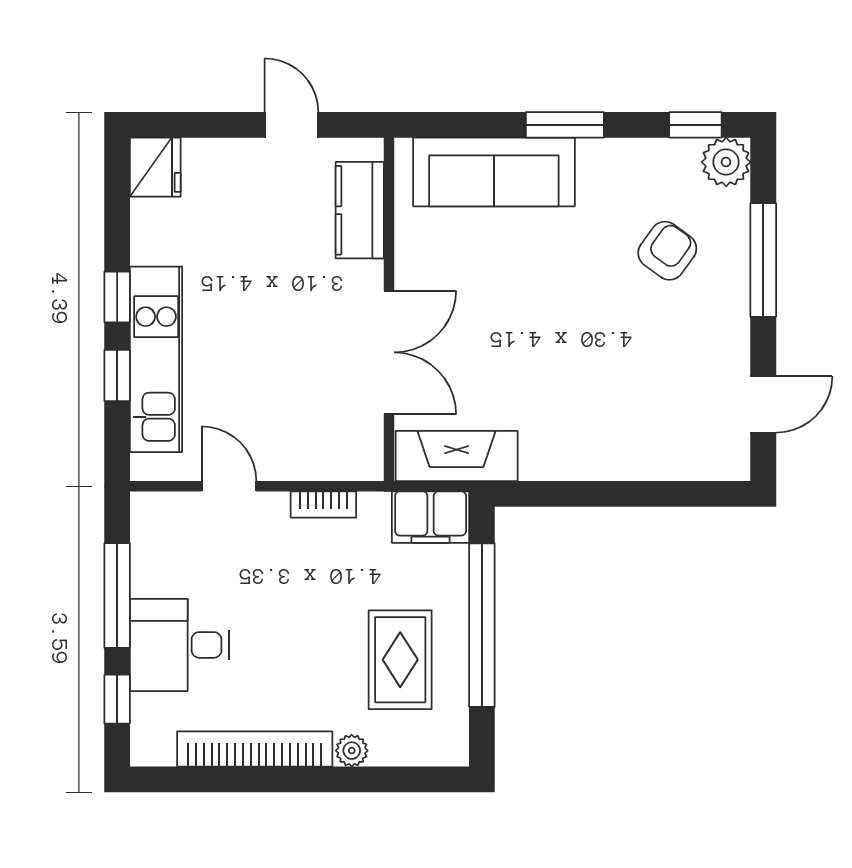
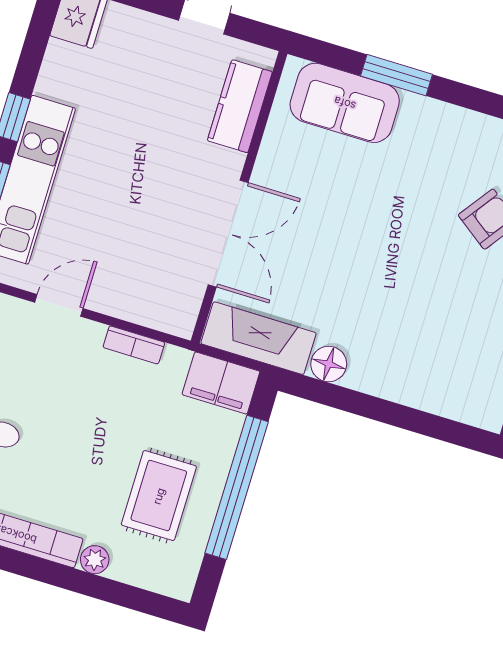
window: (565, 125) -> (396, 75), moved
sofa: (494, 172) -> (345, 103), width x0.73
floor lamp: (541, 461) -> (329, 364), added
door: (229, 486) -> (59, 305), hinge flipped

